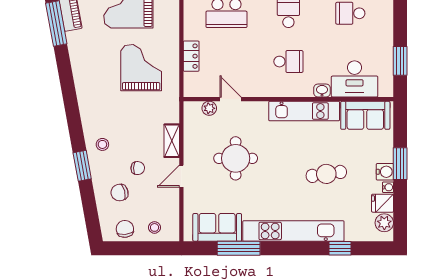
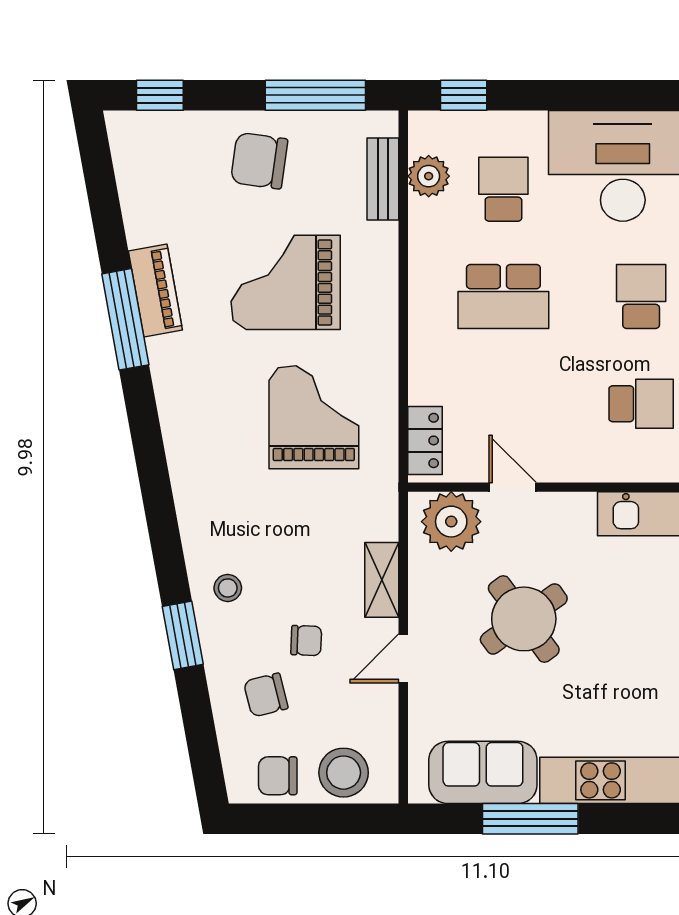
locker: (191, 56) -> (425, 440), moved
plant: (209, 108) -> (451, 522), width x1.87, depth x1.87
round table: (236, 158) -> (524, 619), turned -36
stool: (155, 227) -> (344, 773), width x1.89, depth x1.89
chair: (125, 229) -> (278, 776), turned -84

